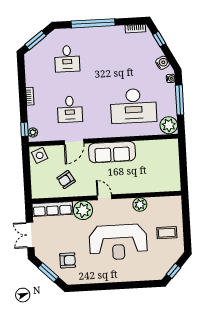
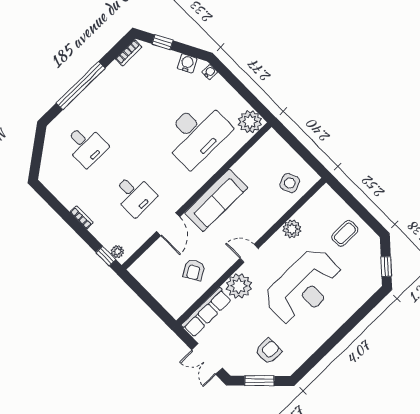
window: (36, 40) -> (37, 155), removed
window: (180, 100) -> (238, 86), removed
side table: (40, 155) -> (290, 183), moved

